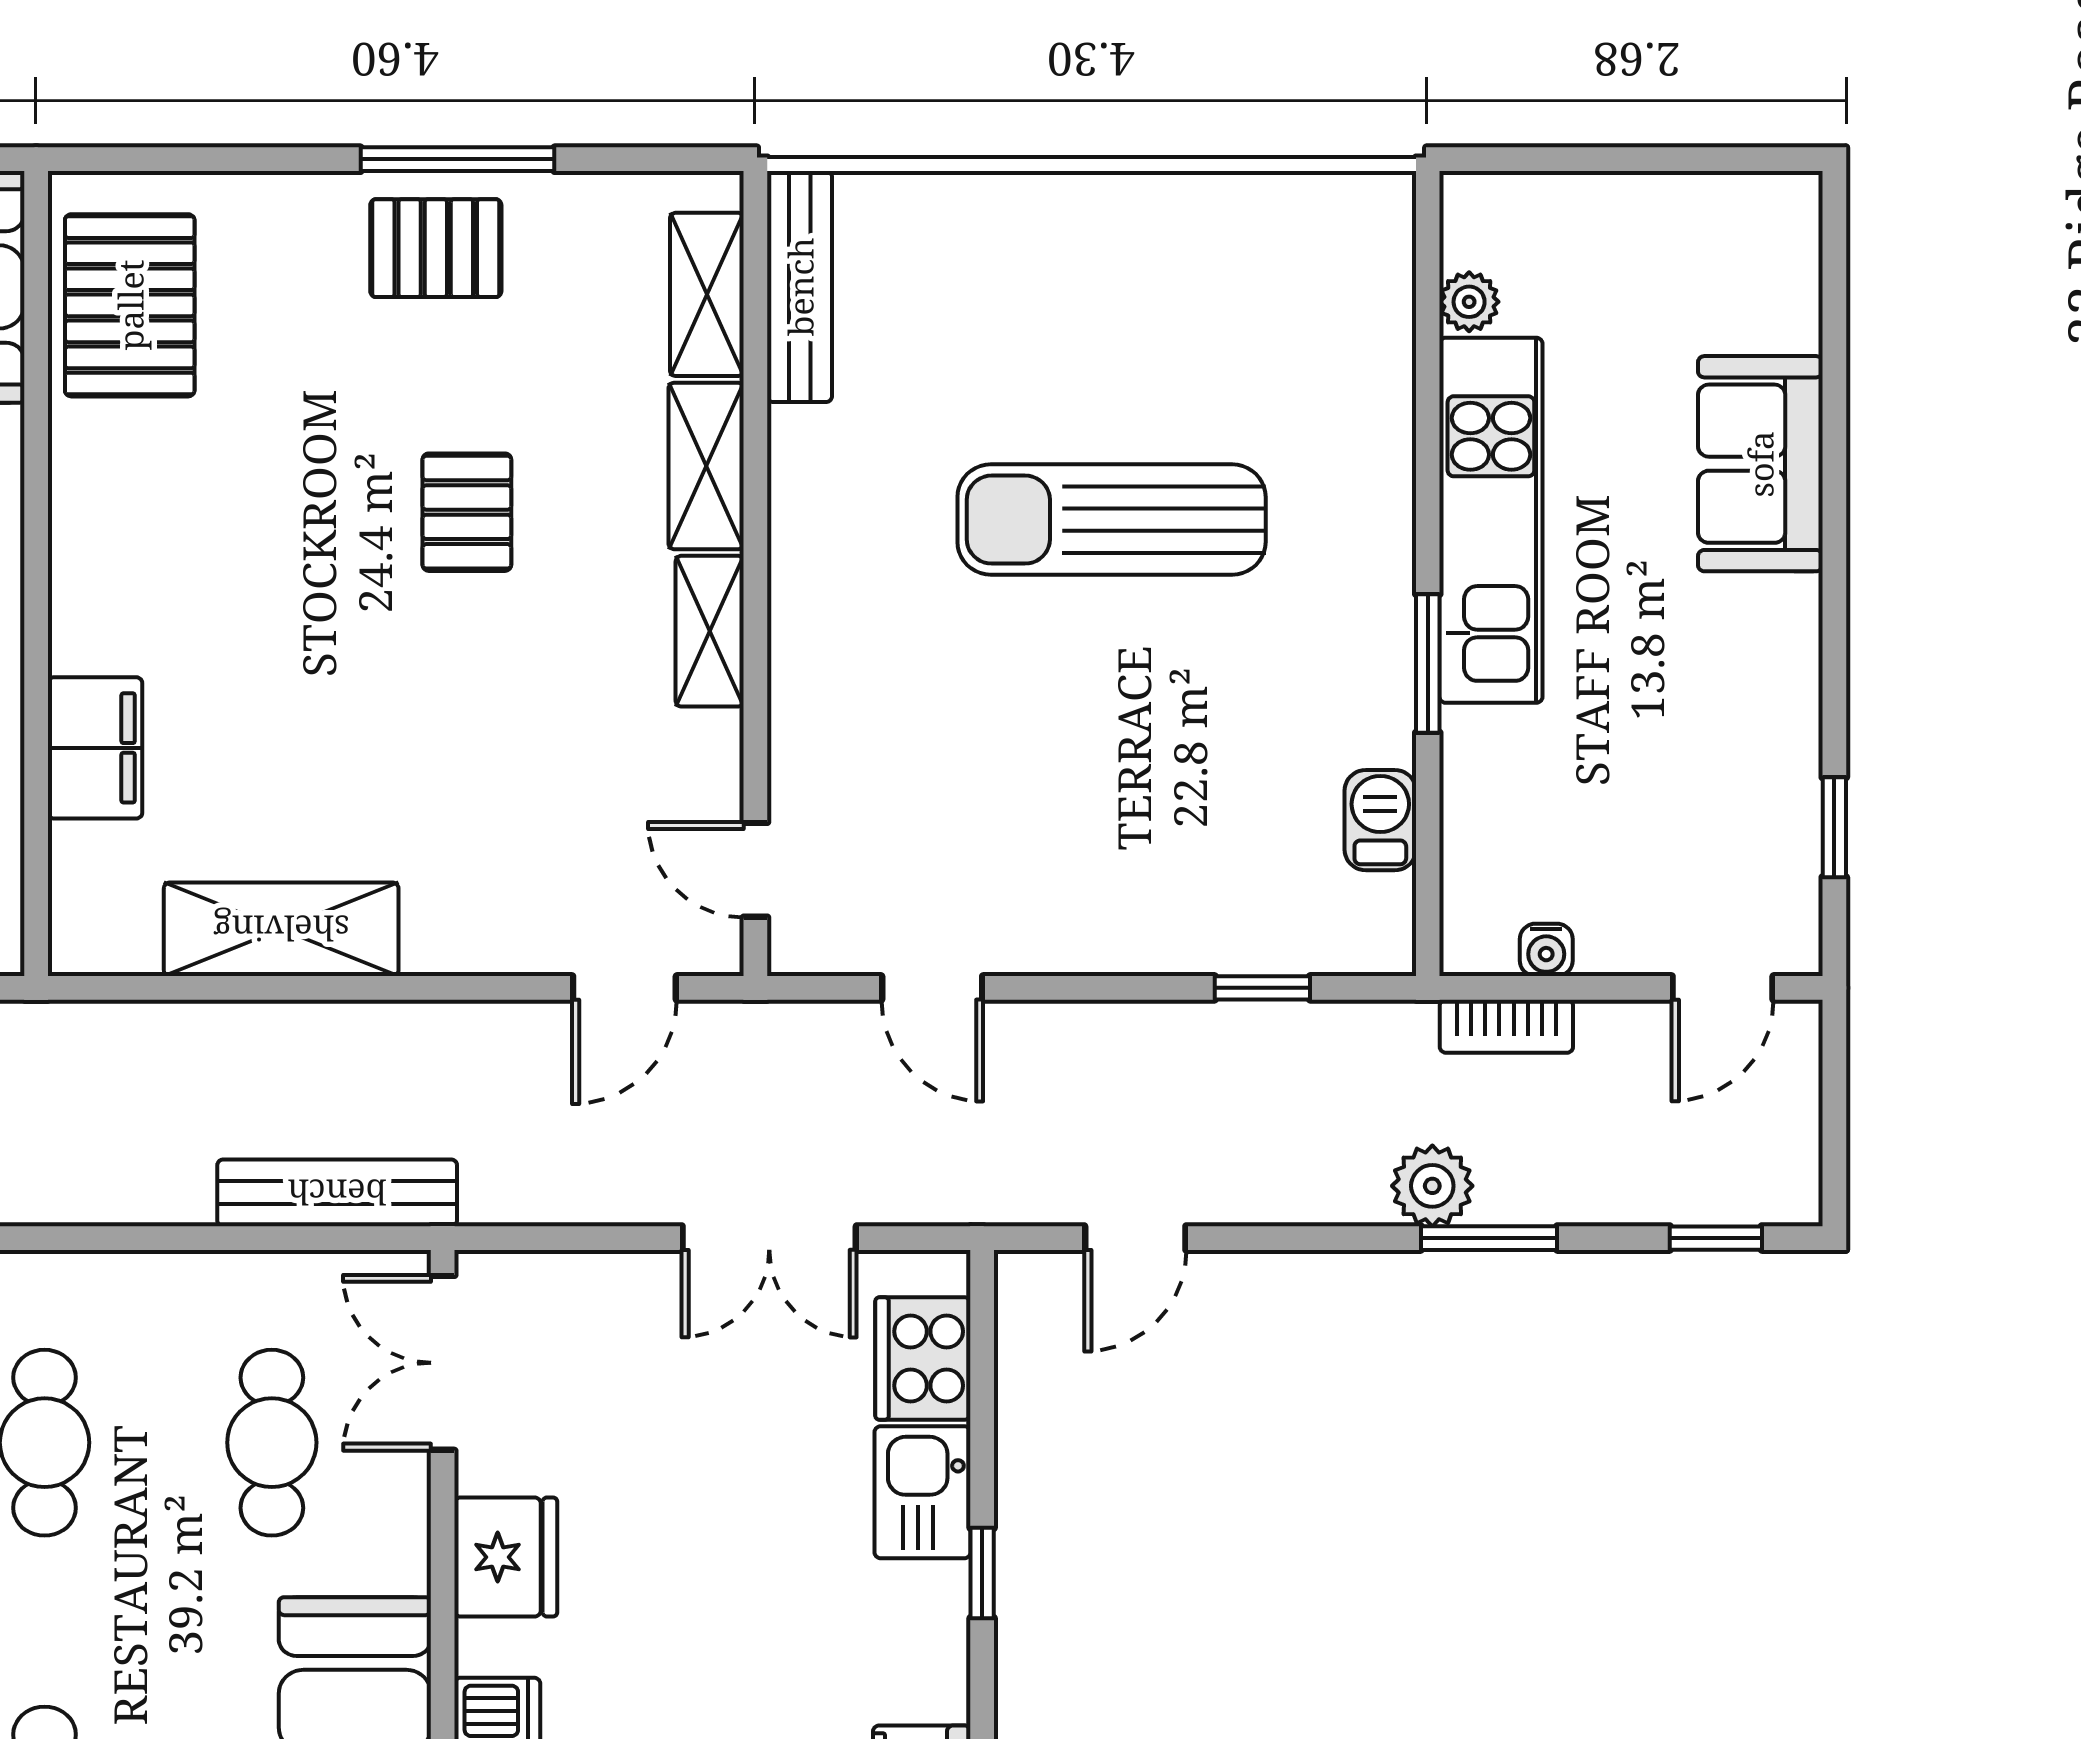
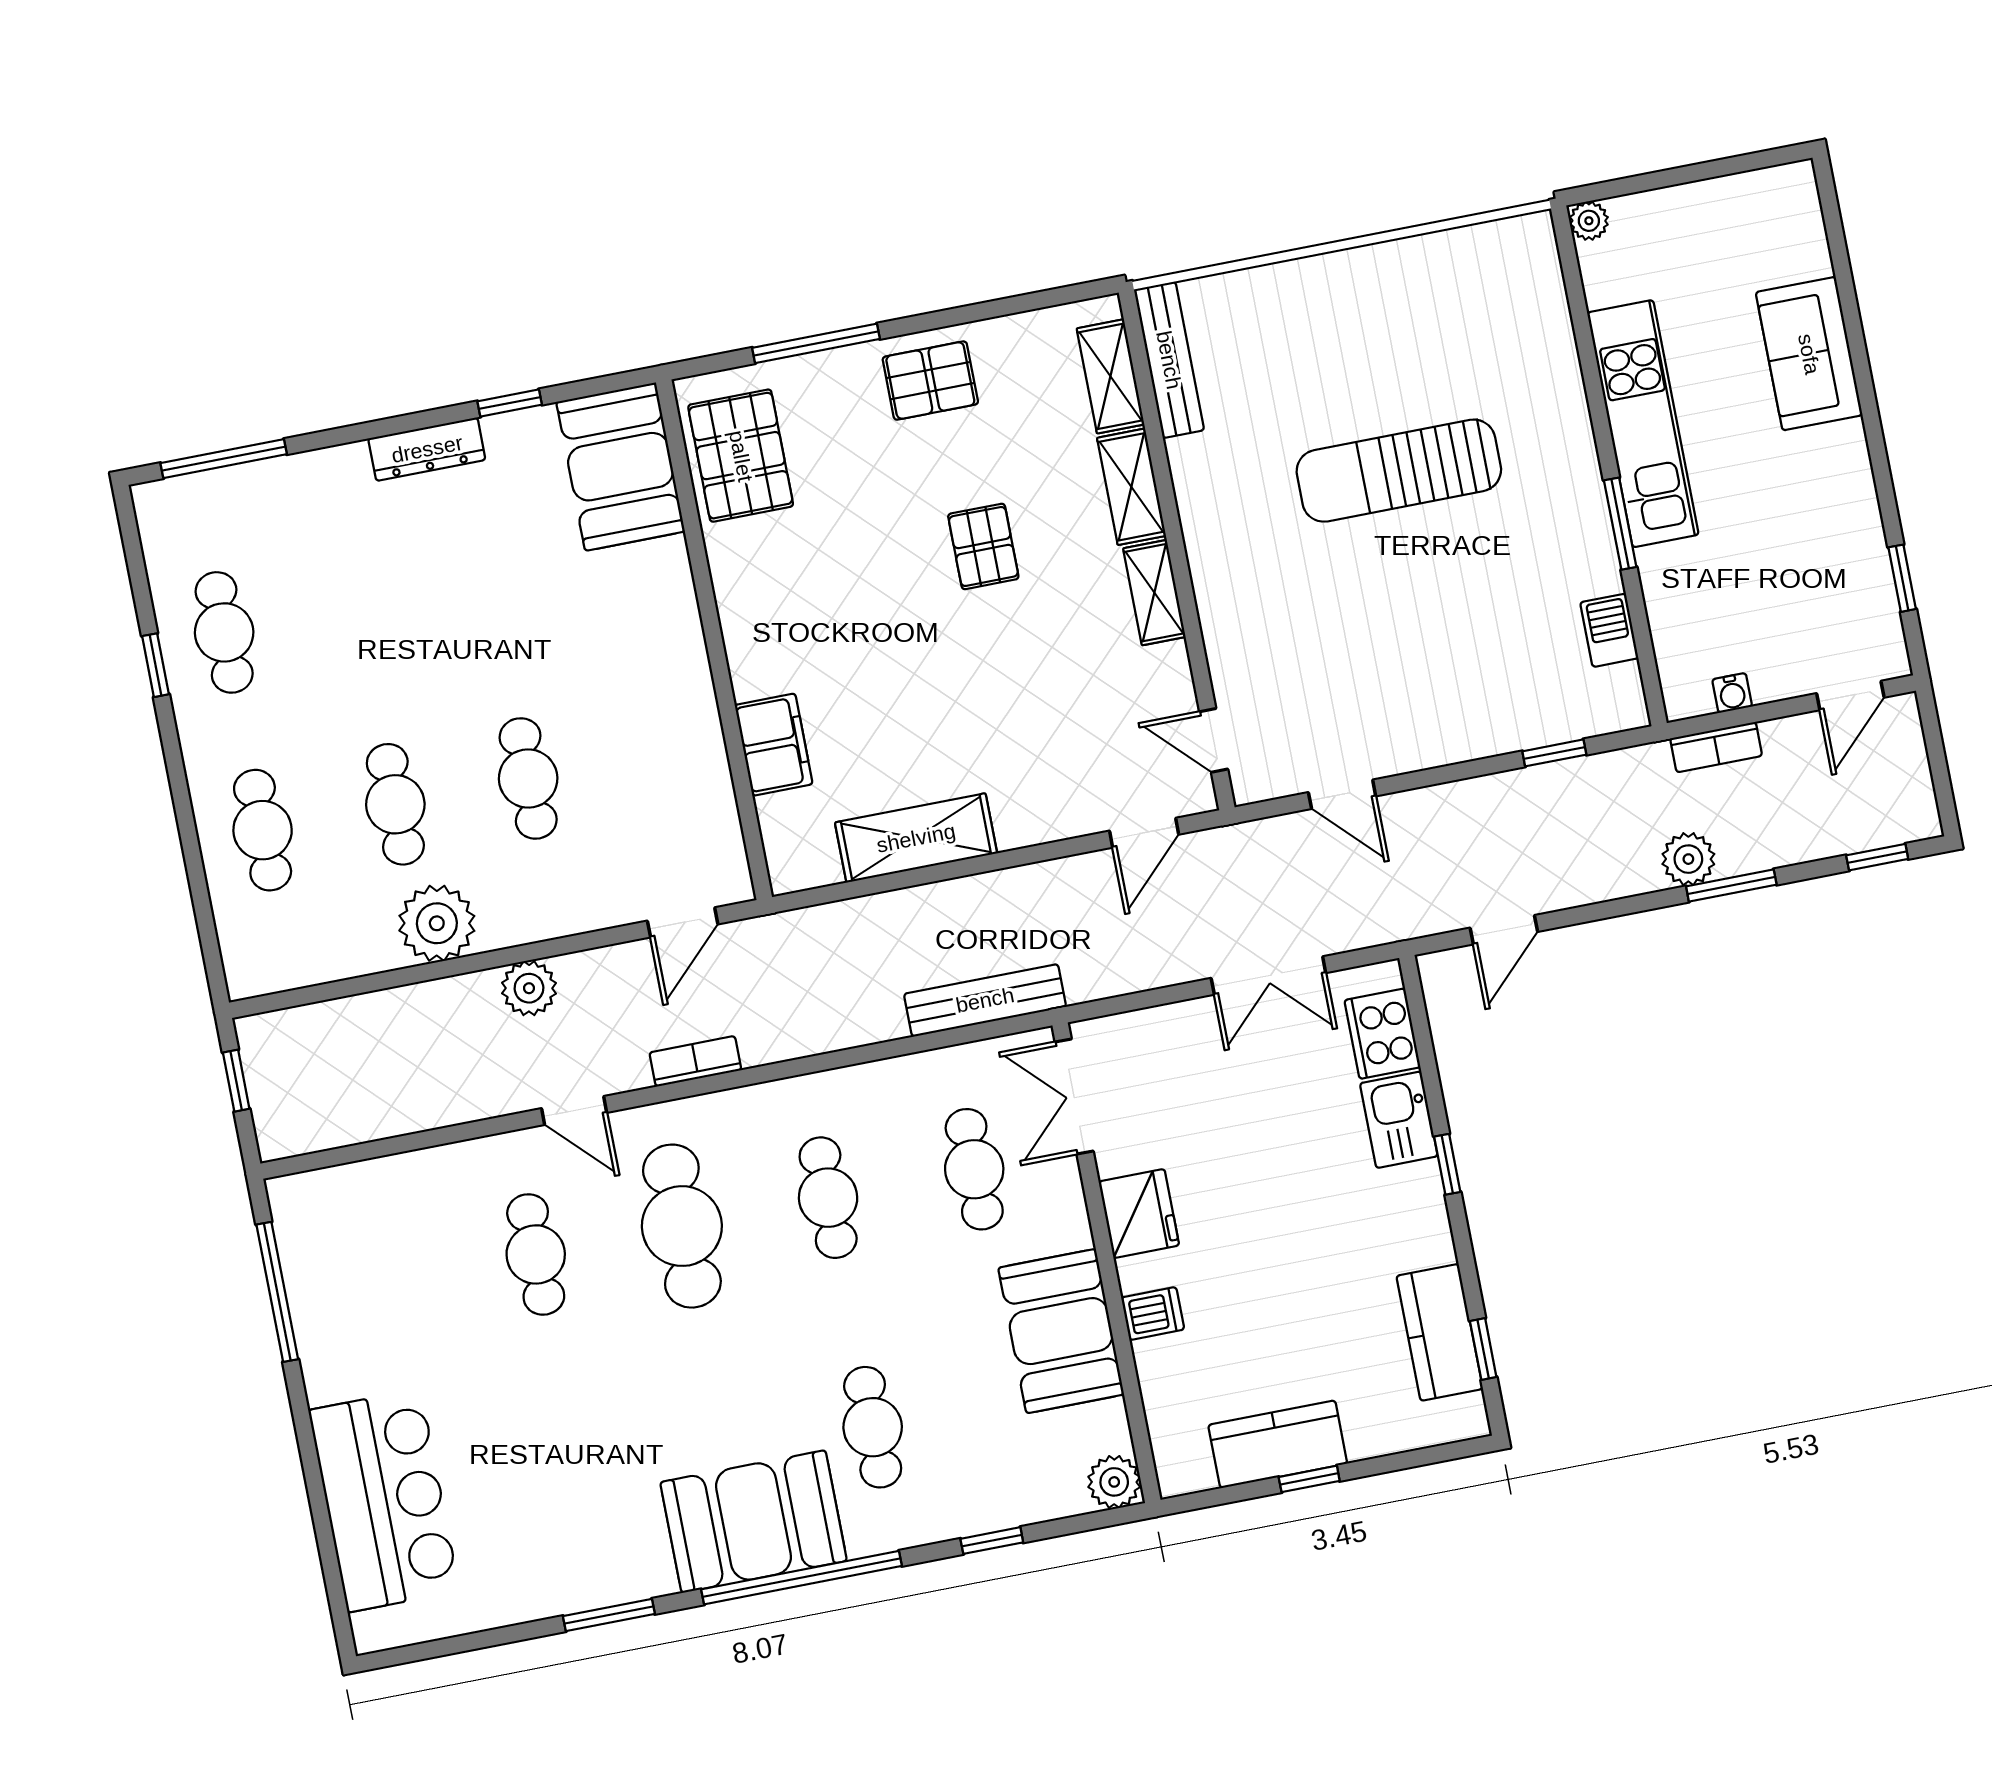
window: (457, 159) -> (816, 343), moved
plant: (1469, 302) -> (1589, 221), moved

